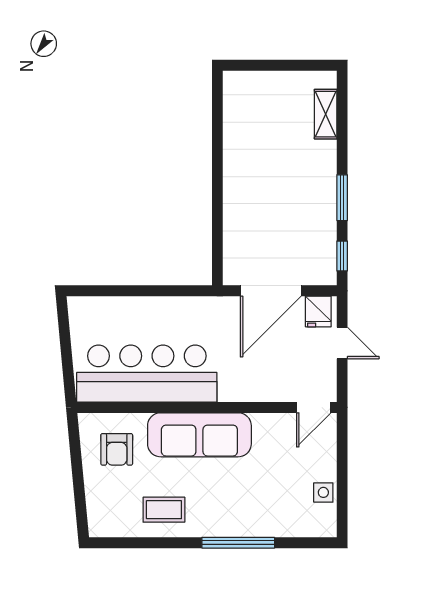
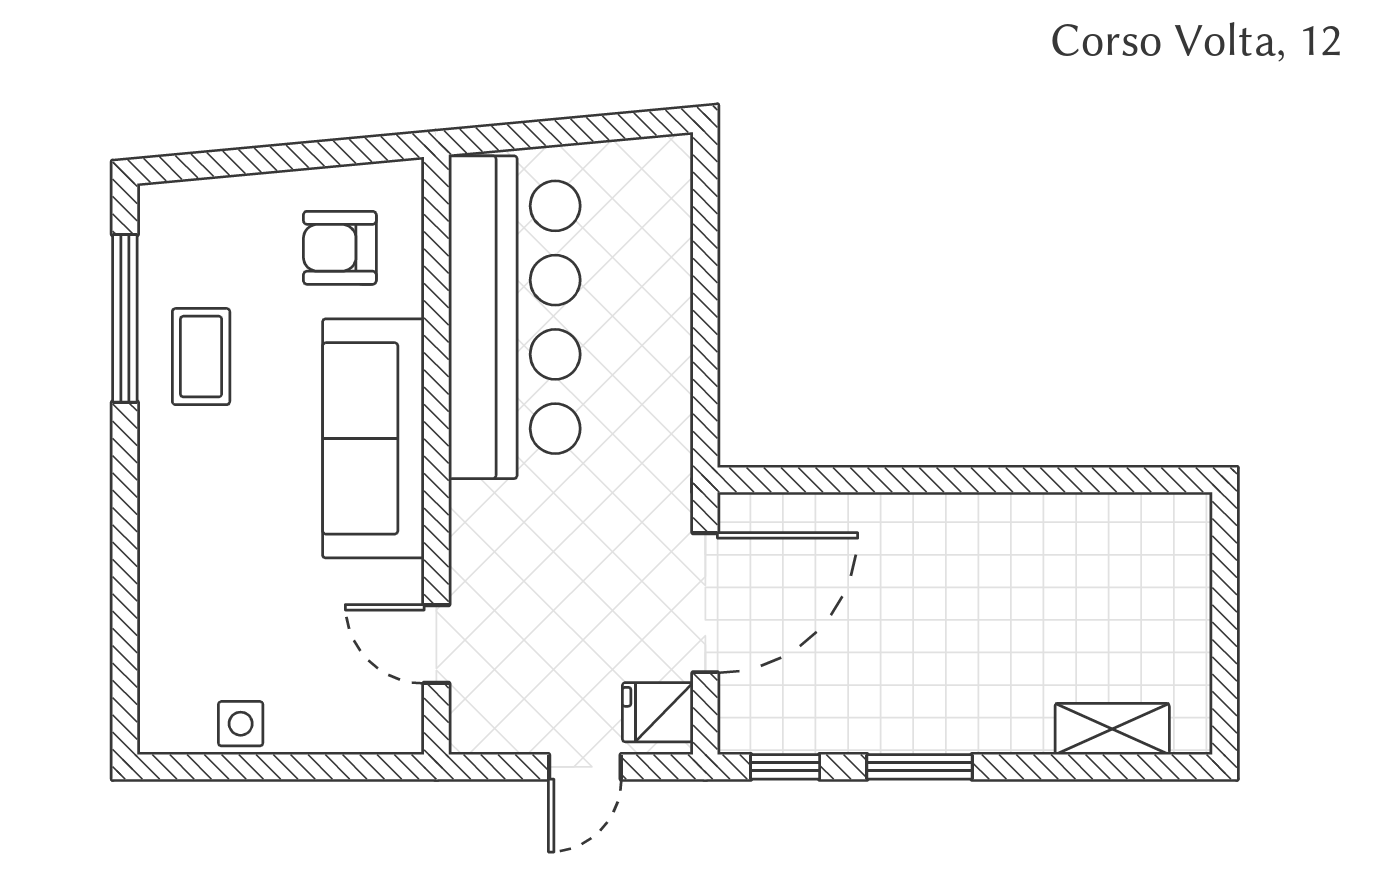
door: (271, 291) -> (705, 603), swing flipped
door: (314, 407) -> (436, 644), moved
window: (238, 543) -> (125, 318), moved

